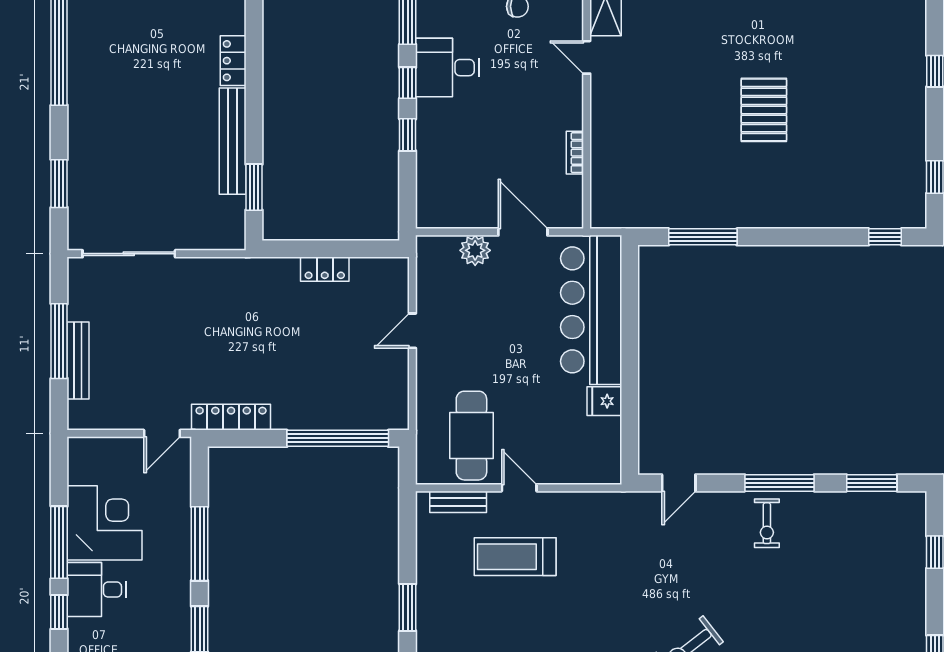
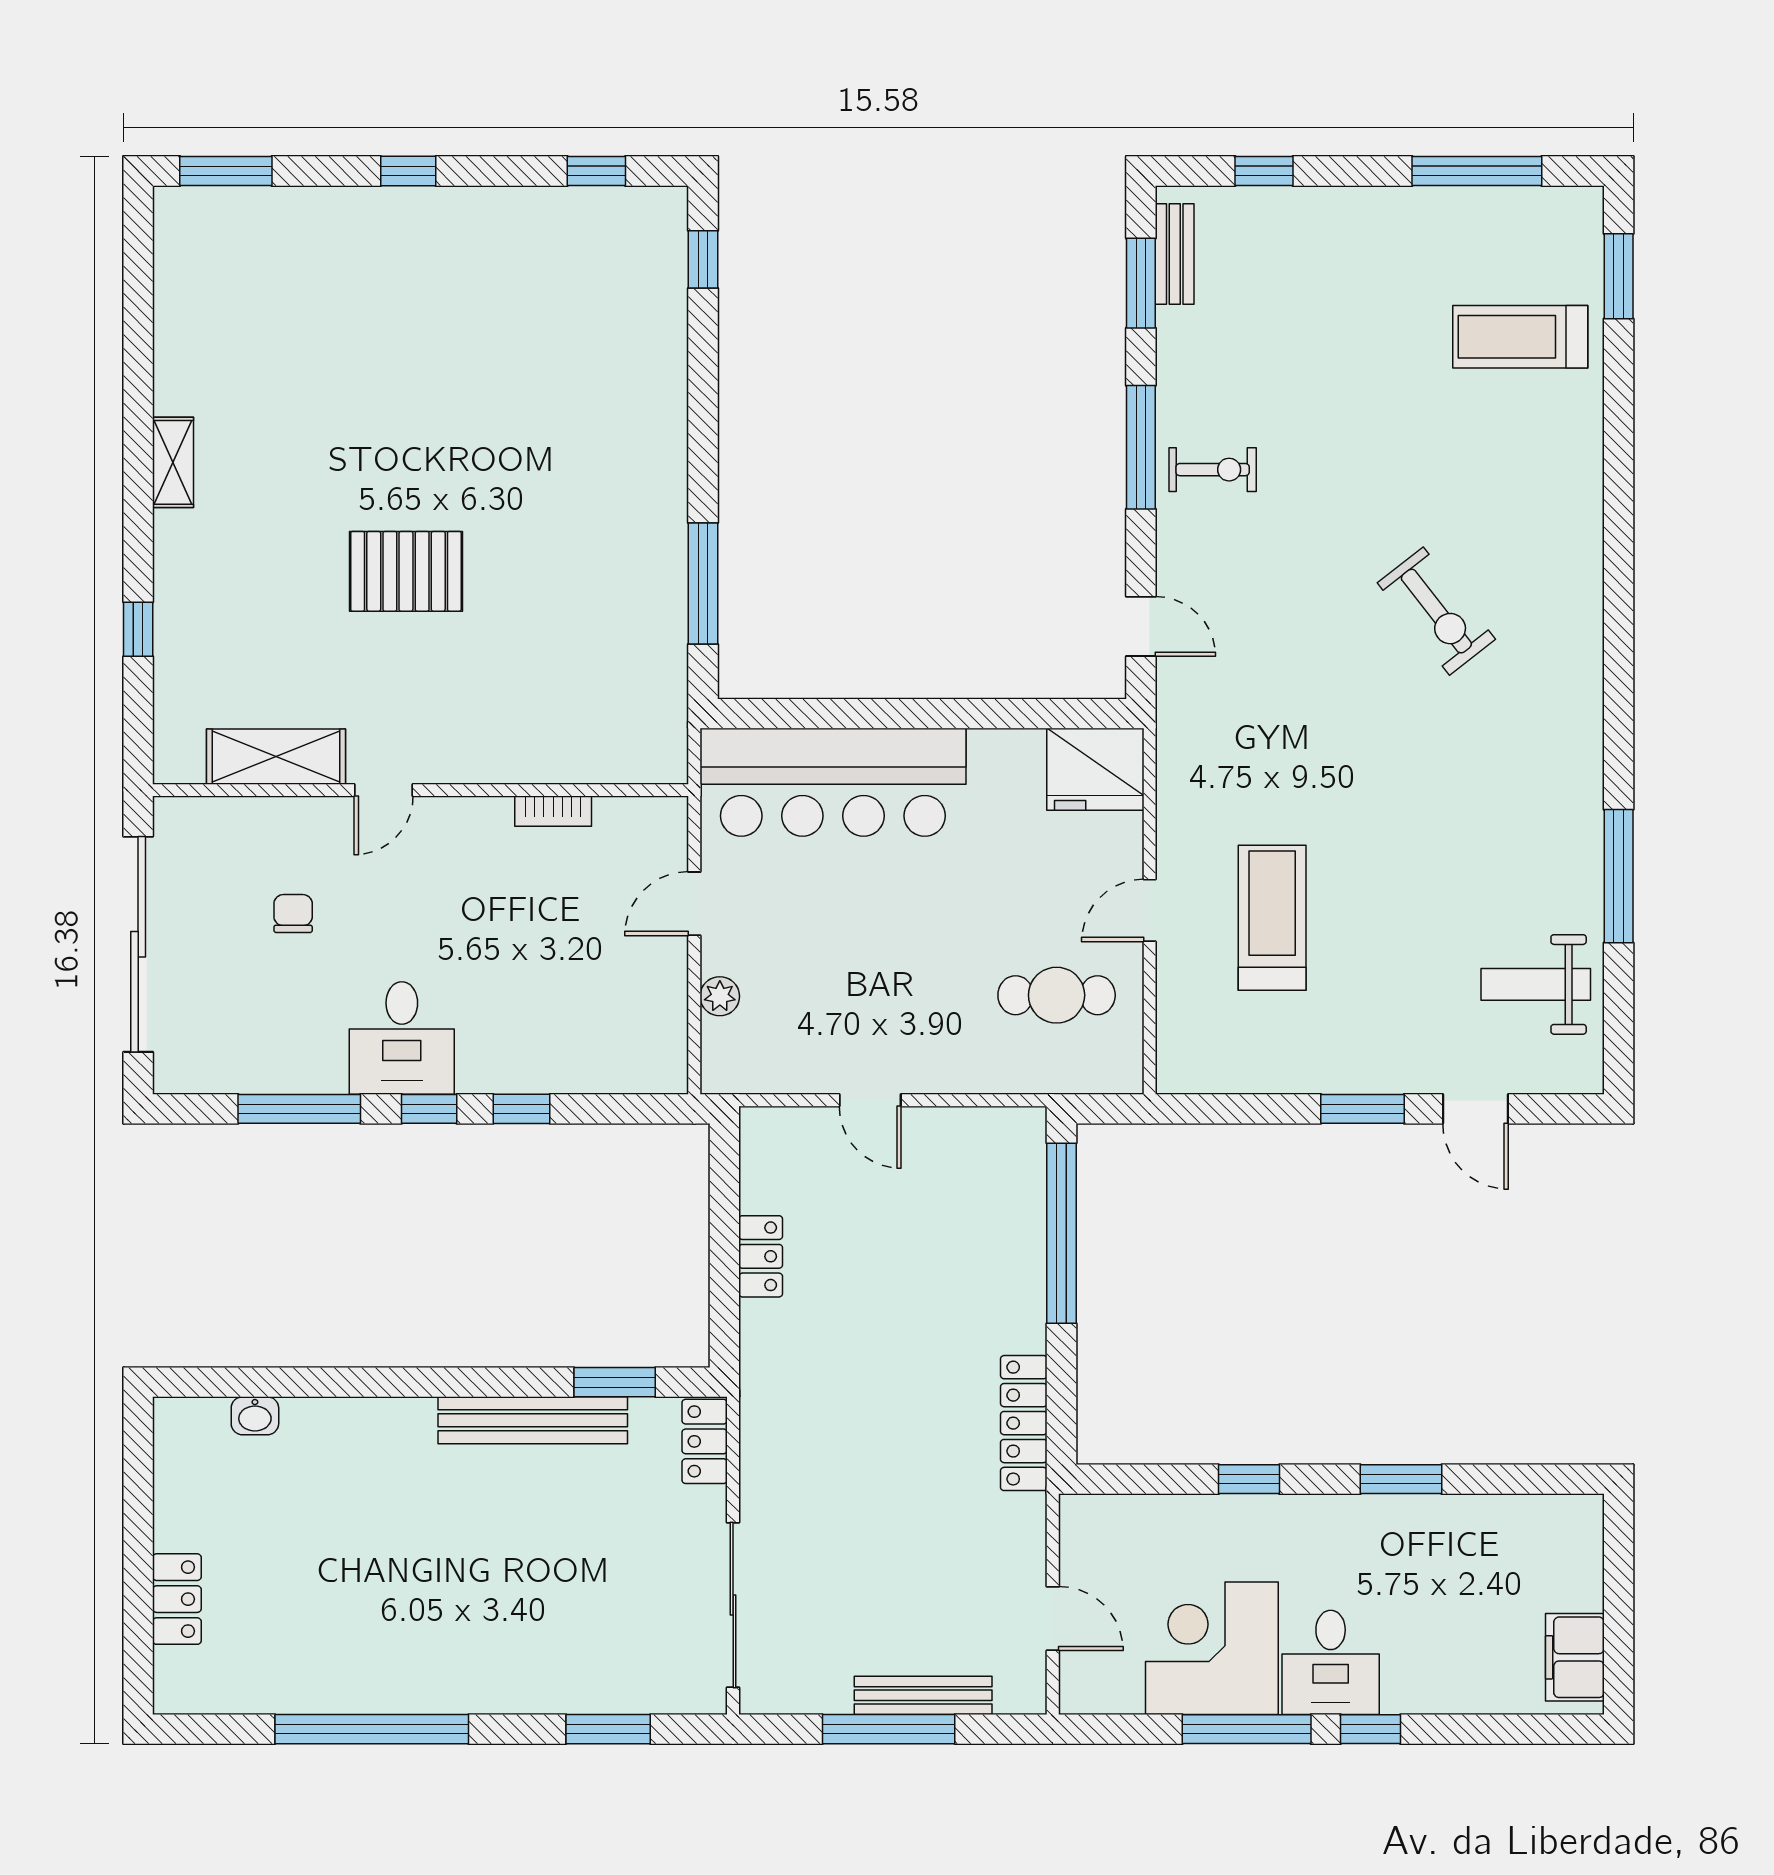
locker: (233, 61) -> (705, 1441), moved, turned 90
pallet: (764, 110) -> (406, 571), moved
door: (523, 232) -> (694, 904), width x0.73
plant: (475, 250) -> (720, 996), width x0.73, depth x0.73
fridge: (604, 401) -> (1095, 769), moved, width x1.88, depth x1.34
door: (162, 433) -> (1053, 1618), moved
cafe table: (471, 436) -> (1057, 995), width x0.73, depth x0.74
bench: (458, 502) -> (1175, 254), moved
window: (200, 544) -> (1249, 1479), width x0.46
treadmill: (515, 557) -> (1272, 918), turned 180

